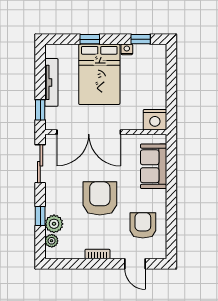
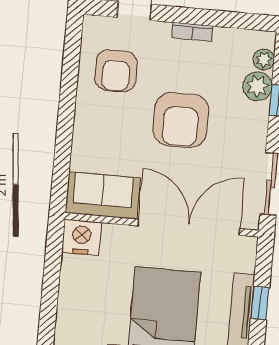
window: (40, 110) -> (260, 303), moved
sofa: (154, 166) -> (103, 195), moved, turned -90

